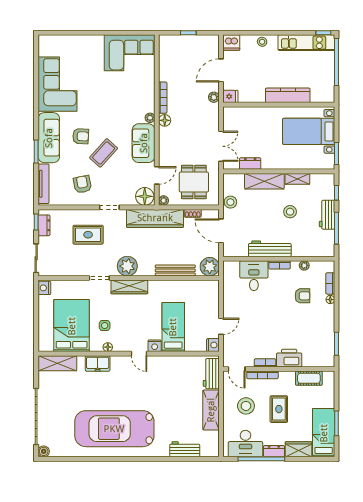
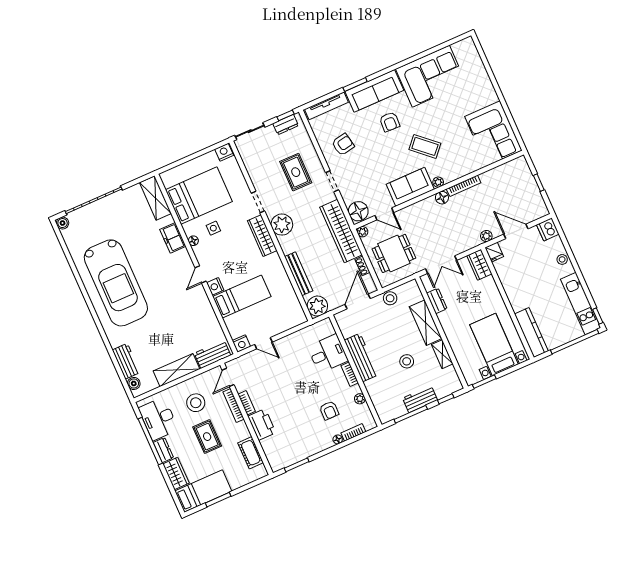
kitchen counter: (288, 95) -> (531, 332), moved
wardrobe: (235, 114) -> (479, 265), added
coffee table: (104, 153) -> (425, 146), moved
rug: (279, 409) -> (207, 437), turned 90
car: (114, 429) -> (116, 283), turned 180
boiler: (206, 451) -> (134, 383), added

